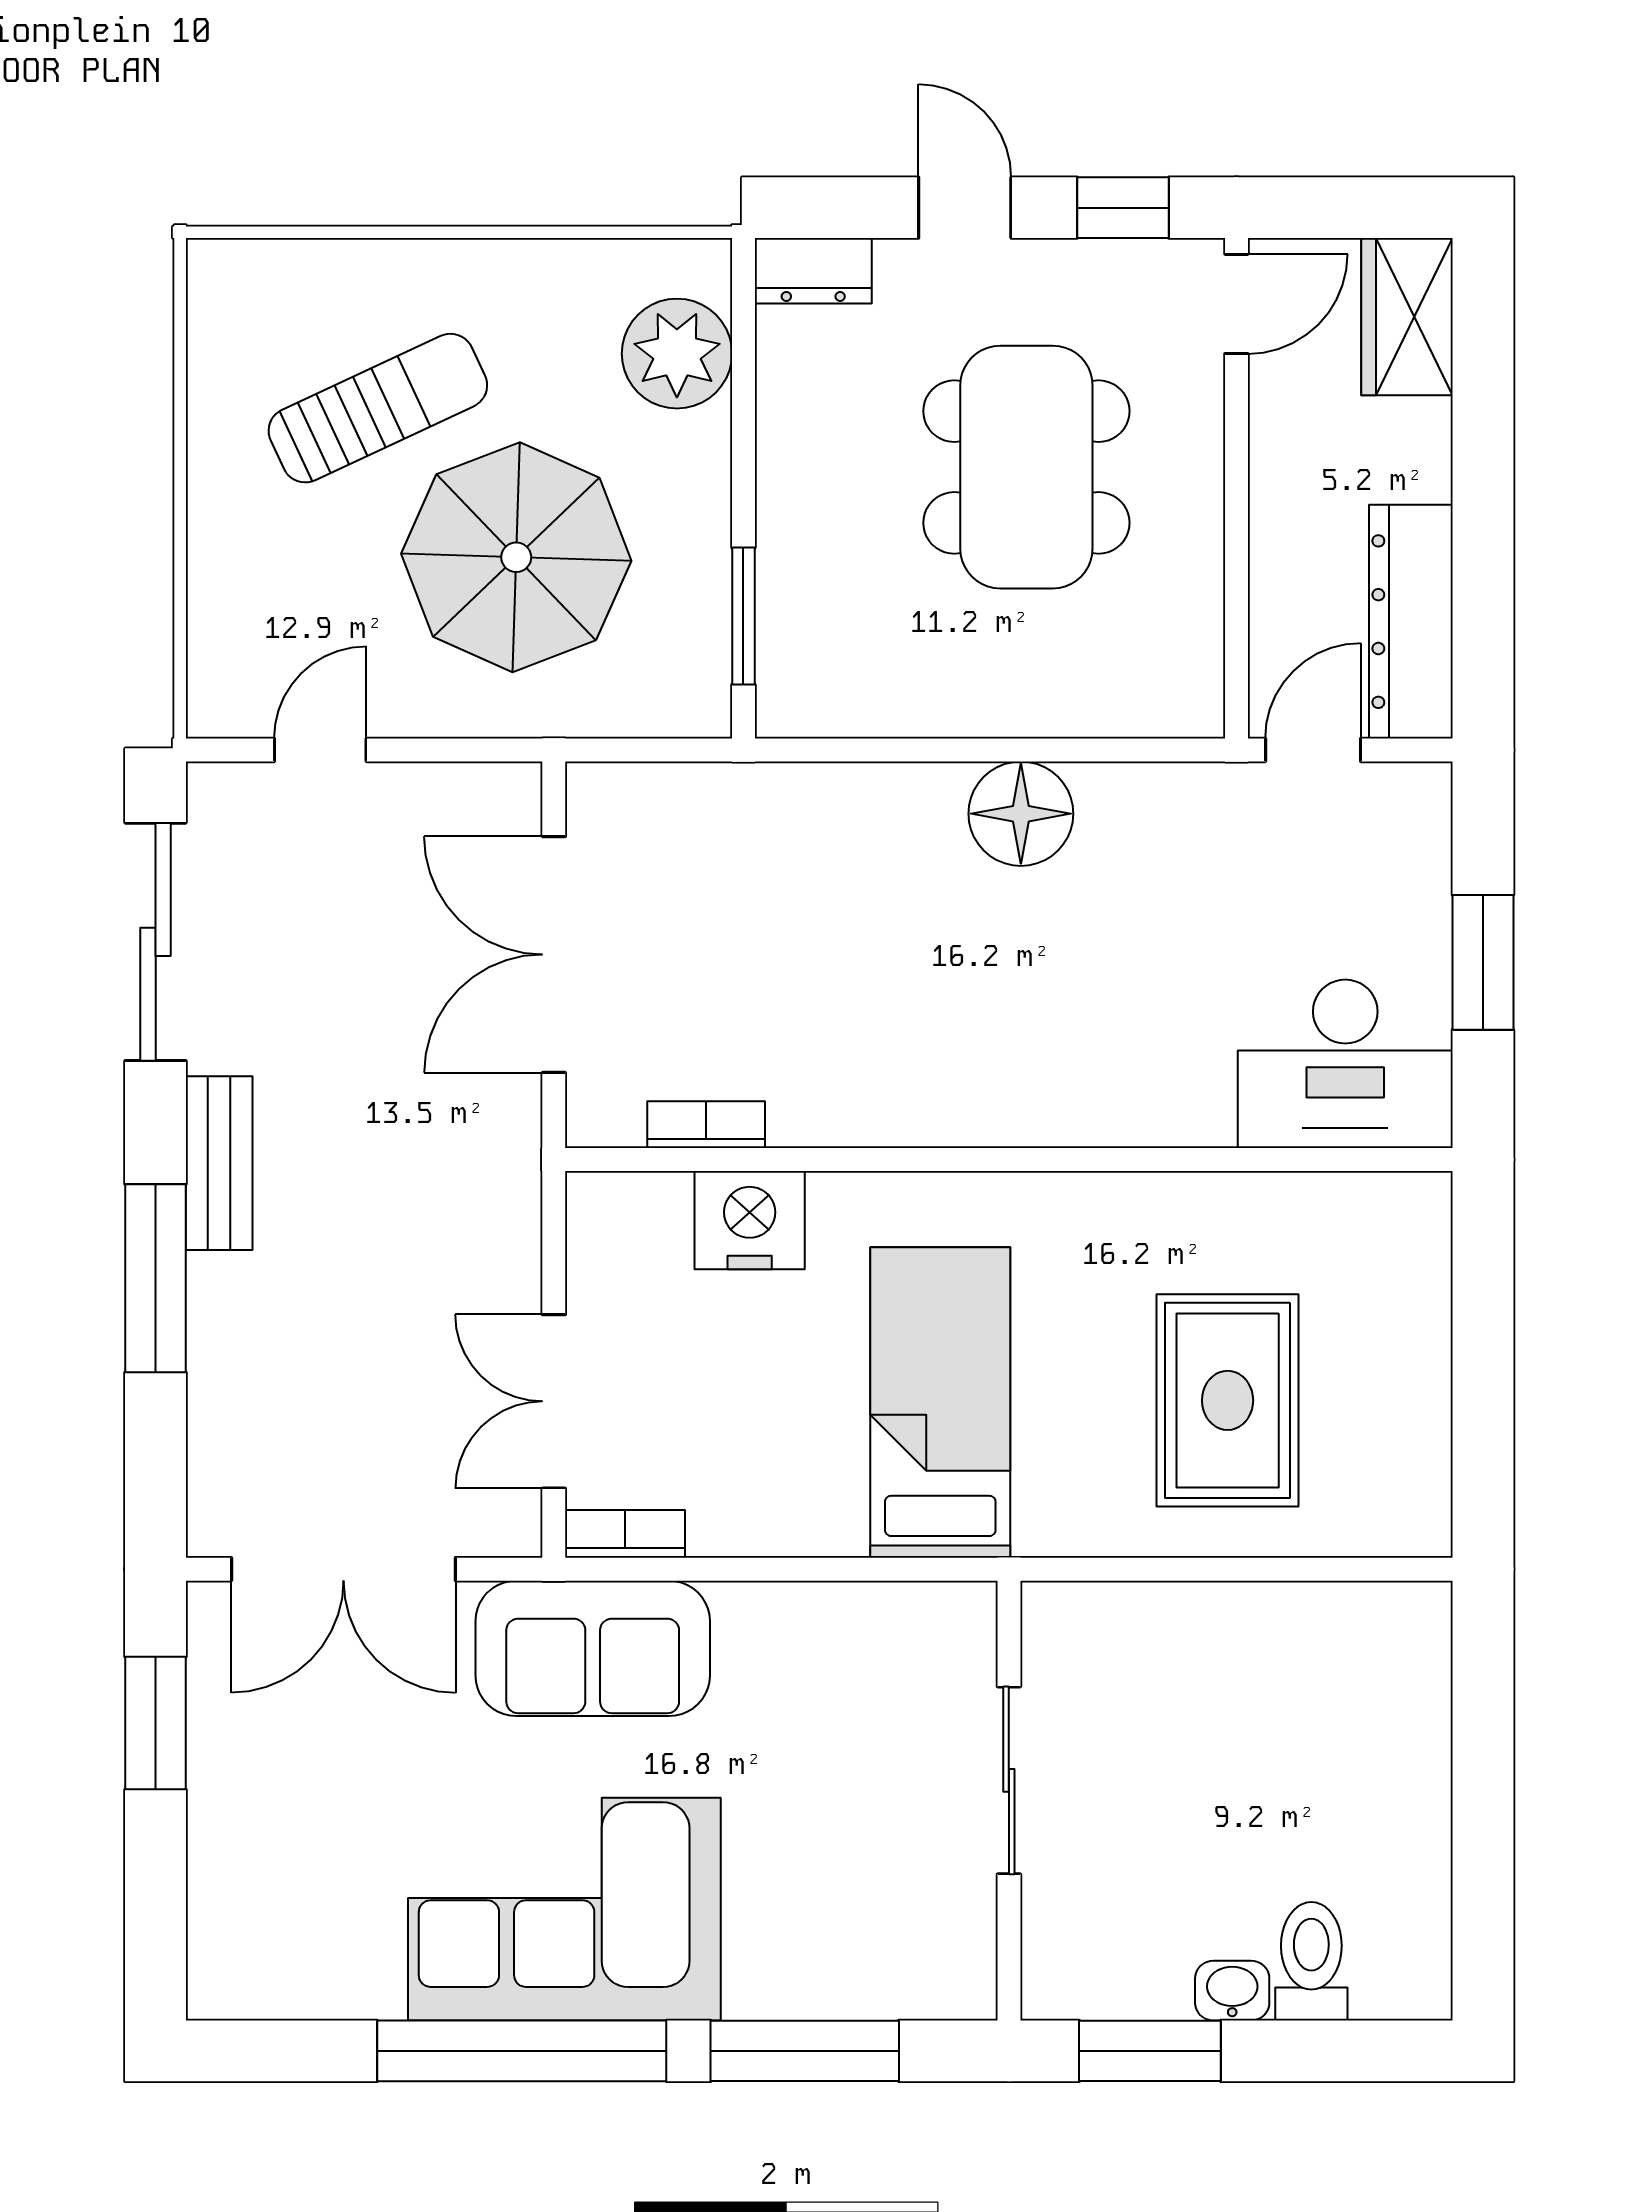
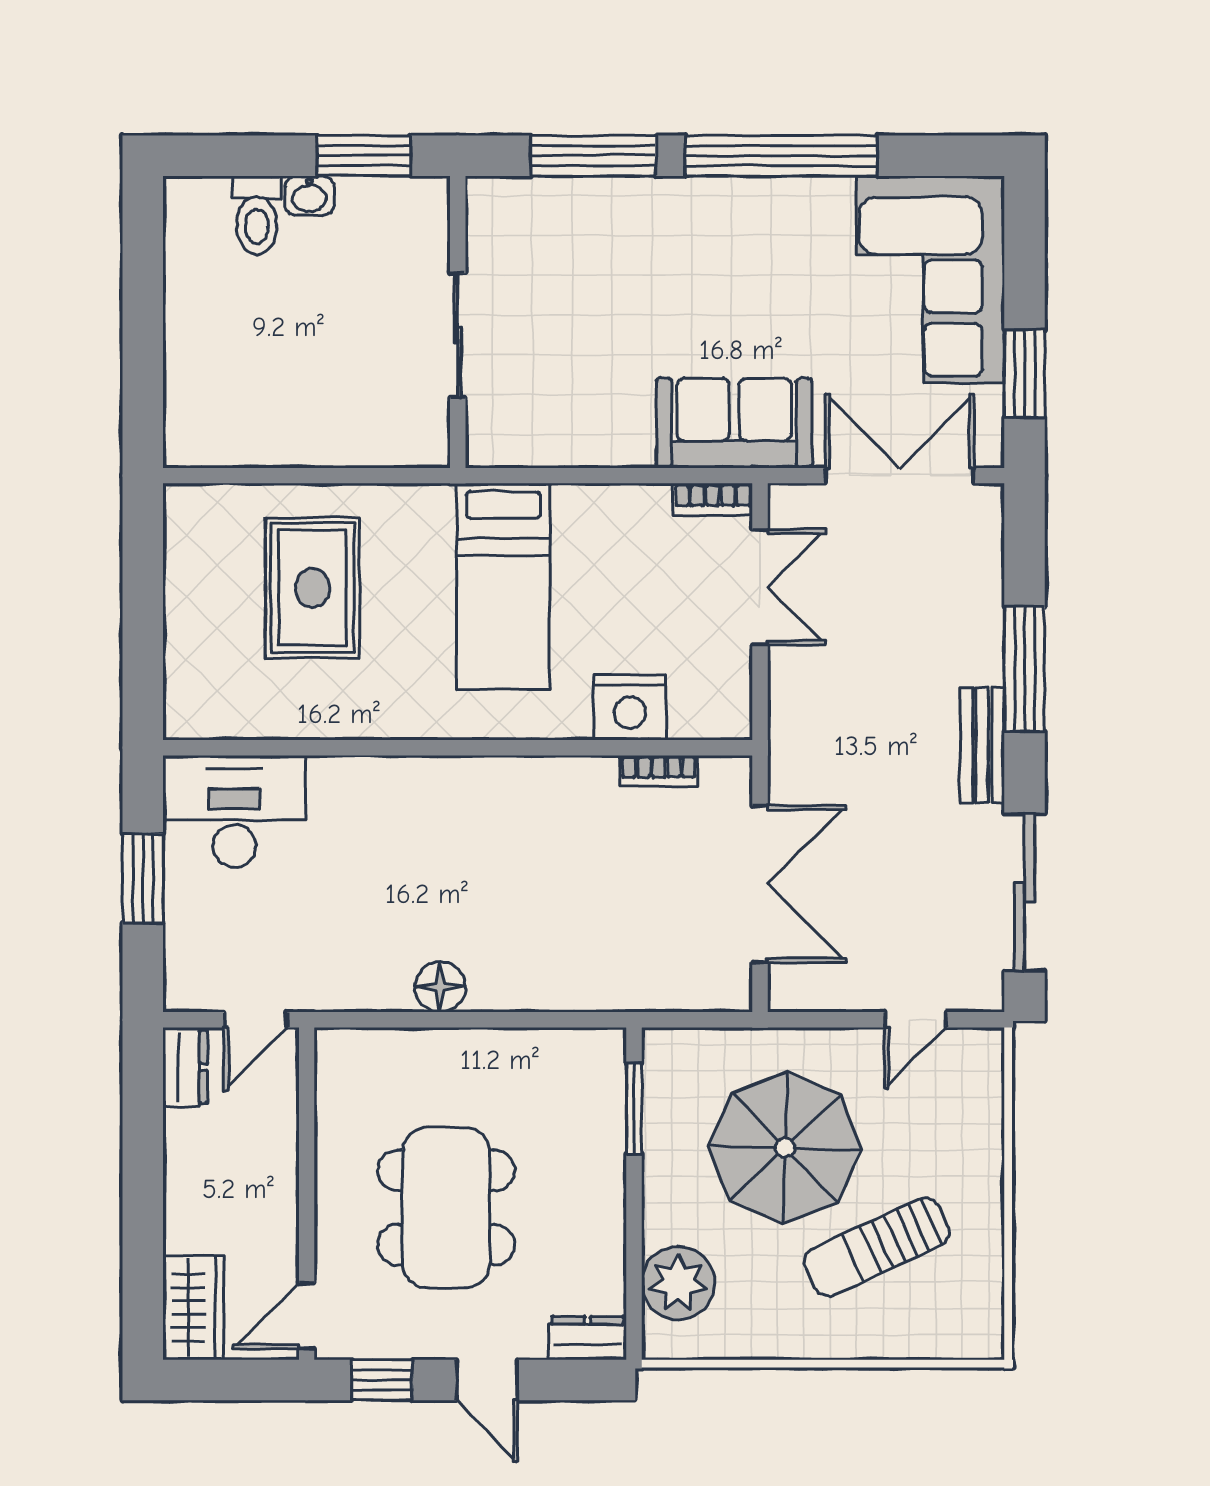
dresser: (1411, 622) -> (185, 1067), width x0.51, depth x0.80
floor lamp: (1021, 814) -> (440, 987), width x0.73, depth x0.73
corner sofa: (564, 1909) -> (930, 280), moved, turned 90

